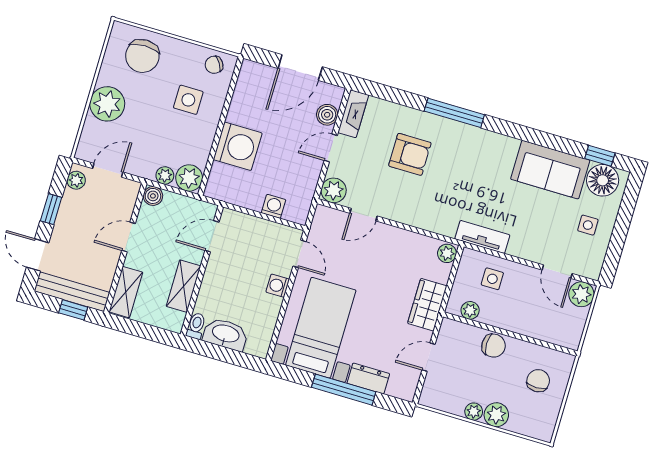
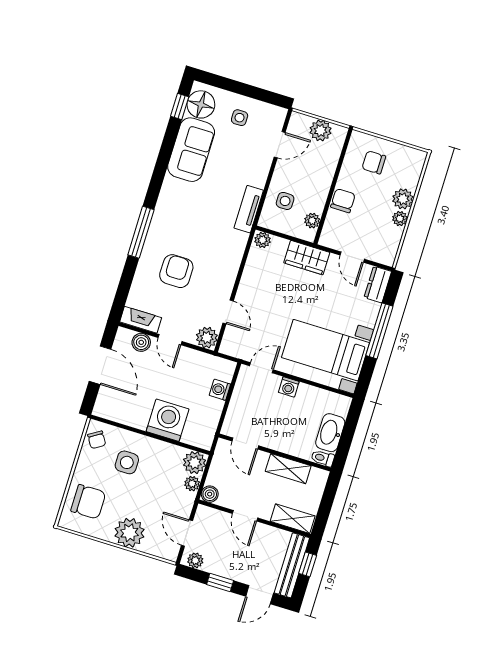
plant: (581, 294) -> (320, 130), moved
dresser: (368, 378) -> (378, 284), moved

